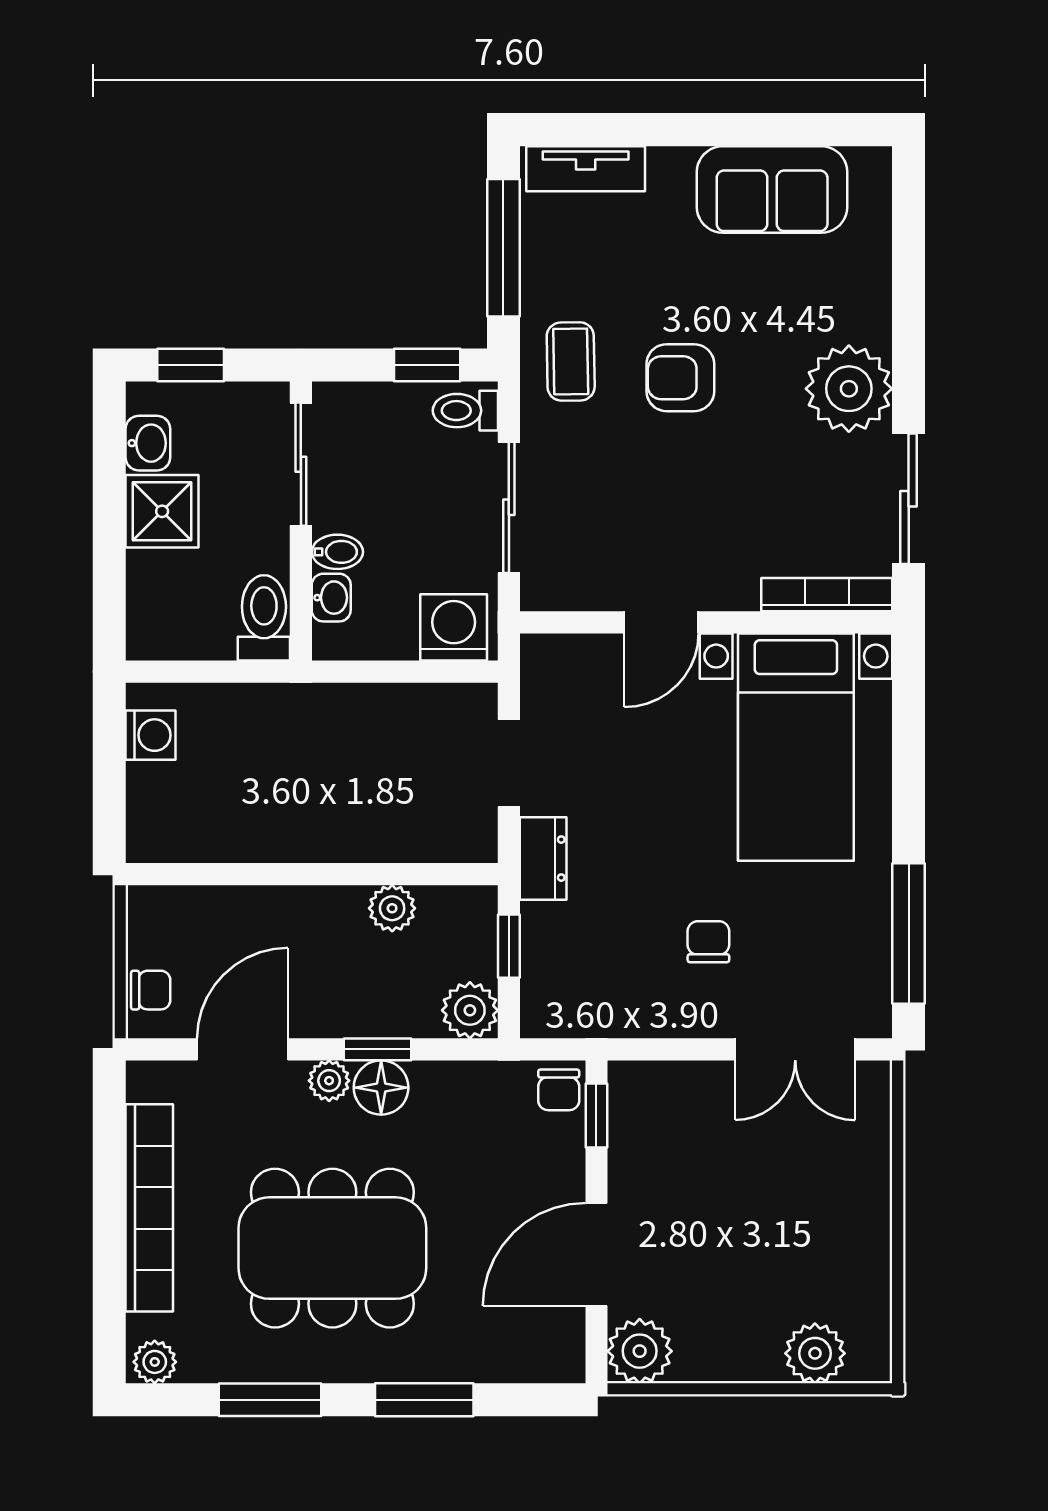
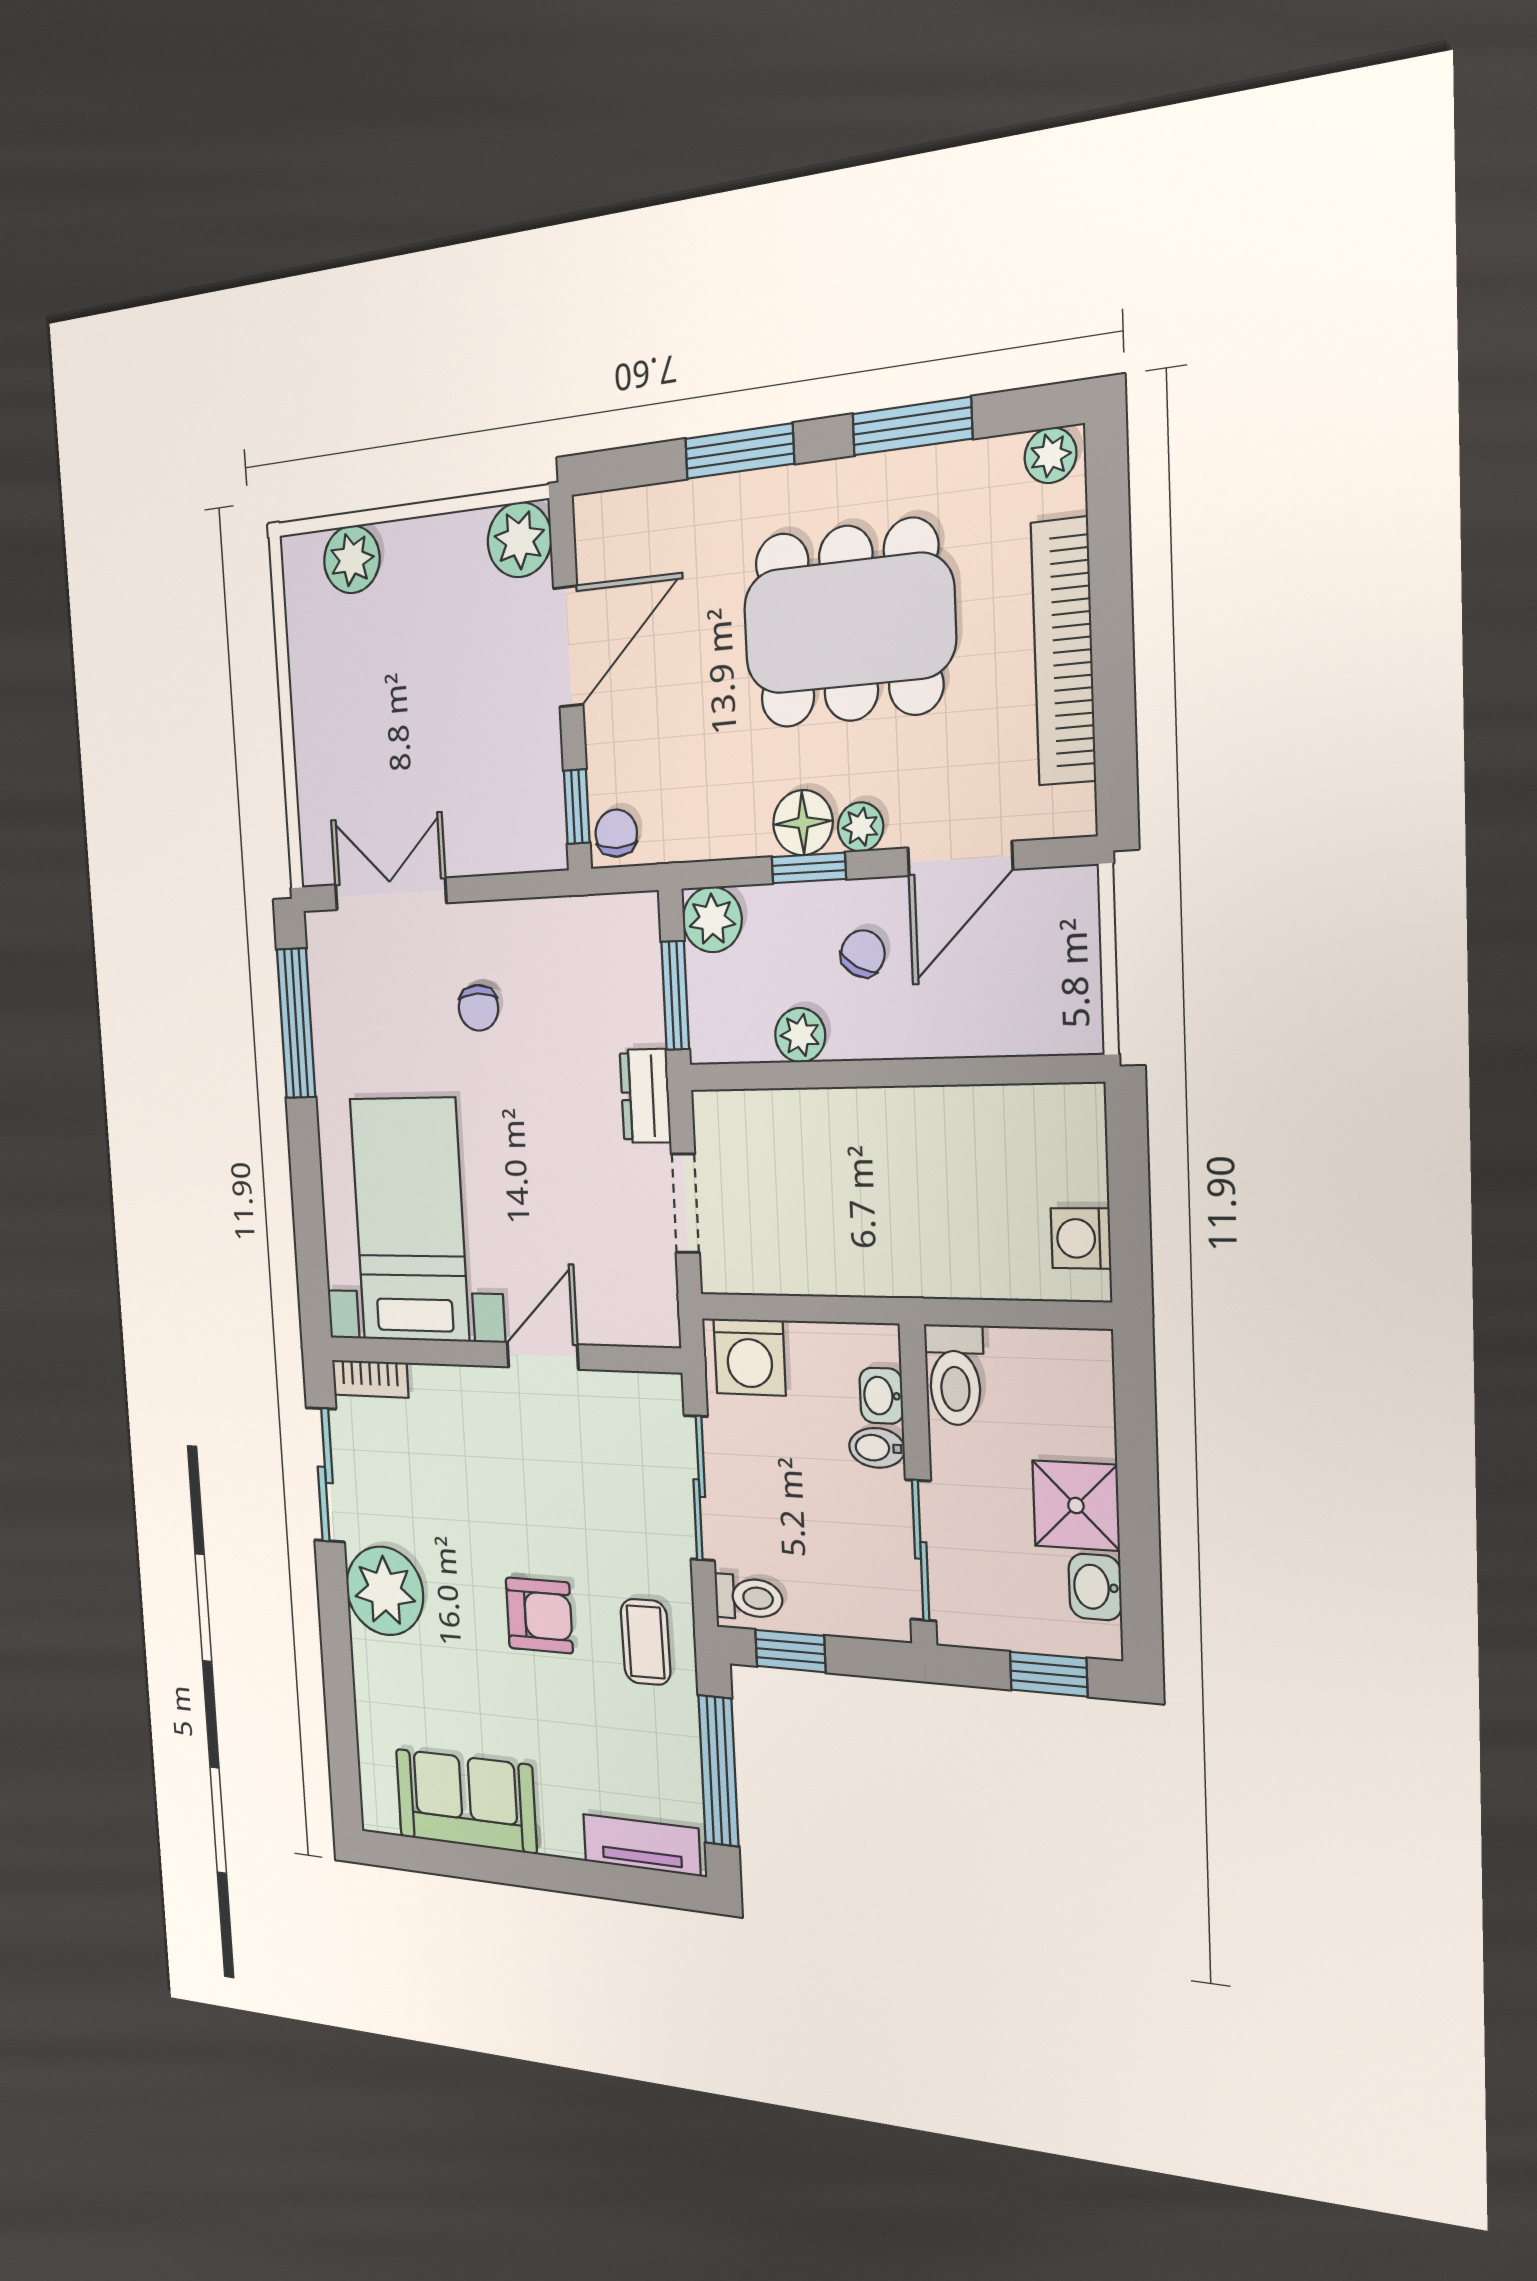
bookcase: (827, 595) -> (370, 1379), width x0.64
window: (509, 946) -> (675, 995), width x1.50
chair: (151, 990) -> (863, 954), moved, turned 120

